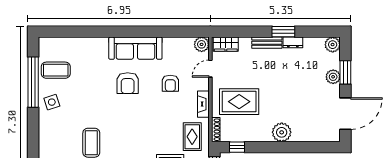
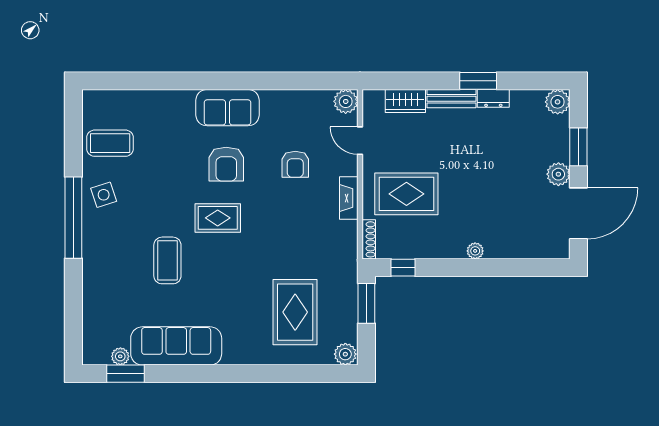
wardrobe: (226, 44) -> (405, 101), moved
sofa: (135, 48) -> (227, 108), width x0.73
door: (210, 69) -> (360, 141), hinge flipped
plant: (333, 77) -> (558, 174), moved
window: (33, 82) -> (73, 218), moved
plant: (282, 132) -> (475, 251), width x0.53, depth x0.53
rug: (192, 137) -> (218, 218), moved, turned 90

